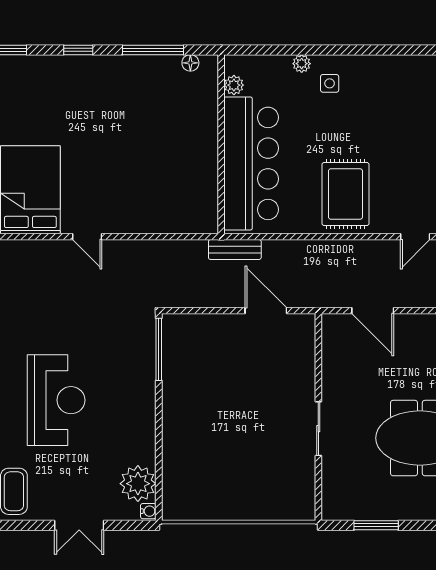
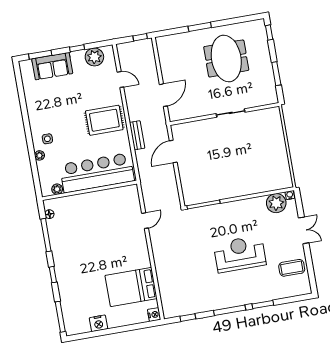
door: (87, 237) -> (145, 221), moved
bench: (235, 249) -> (137, 135), moved

